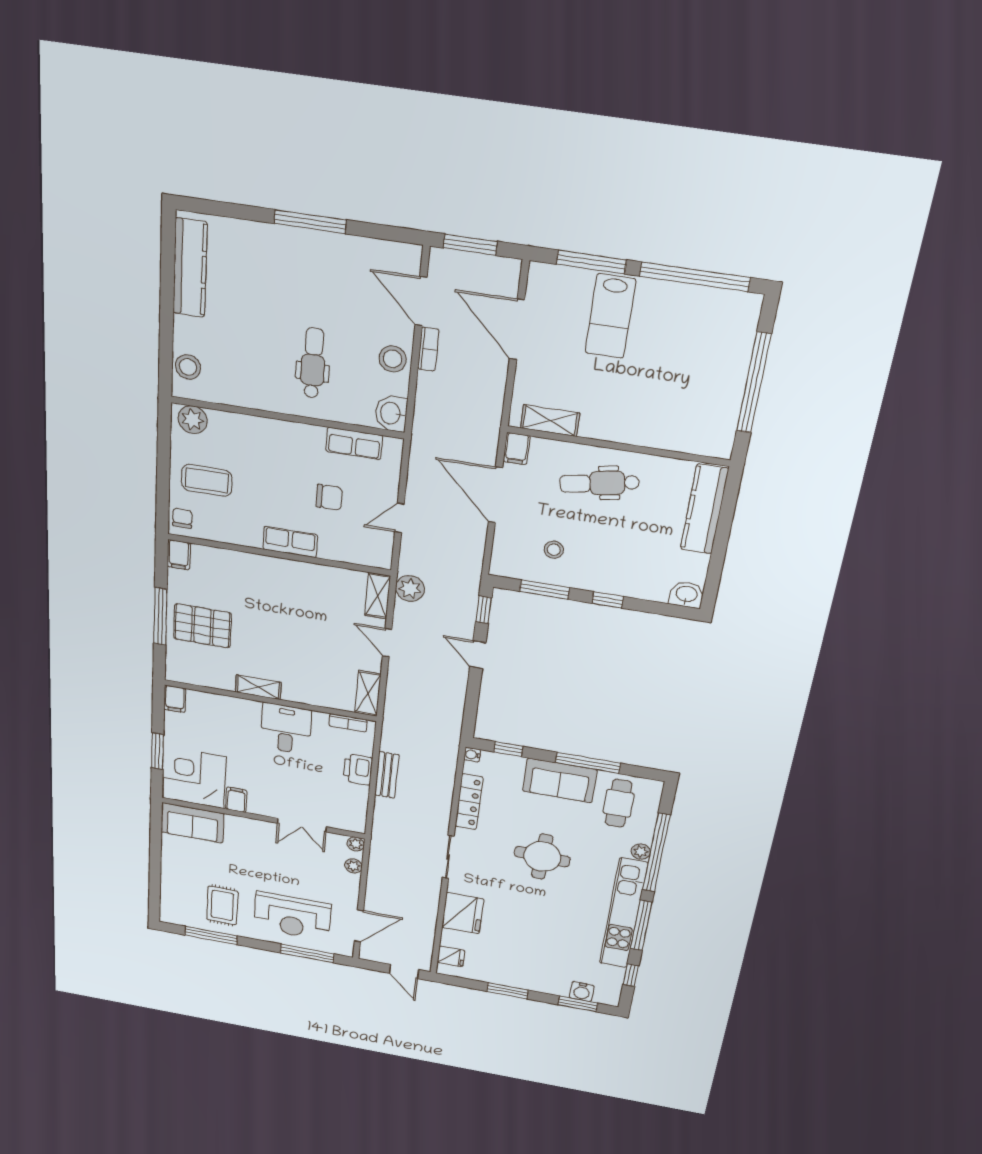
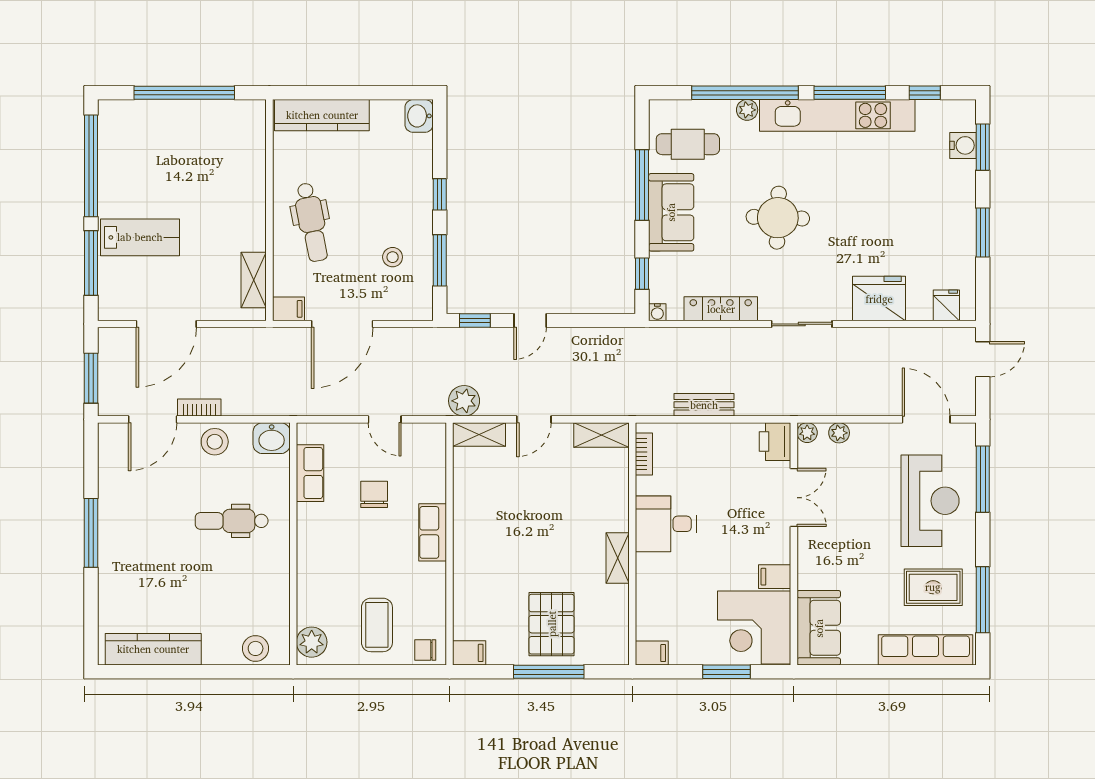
printer: (358, 769) -> (775, 442), moved, turned 90
row of seats: (172, 891) -> (926, 650), added

